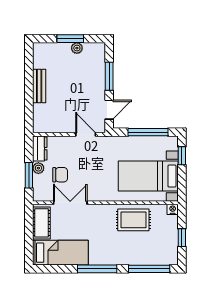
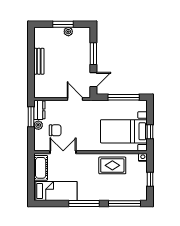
window: (182, 156) -> (150, 132), moved
window: (29, 175) -> (31, 117), moved

